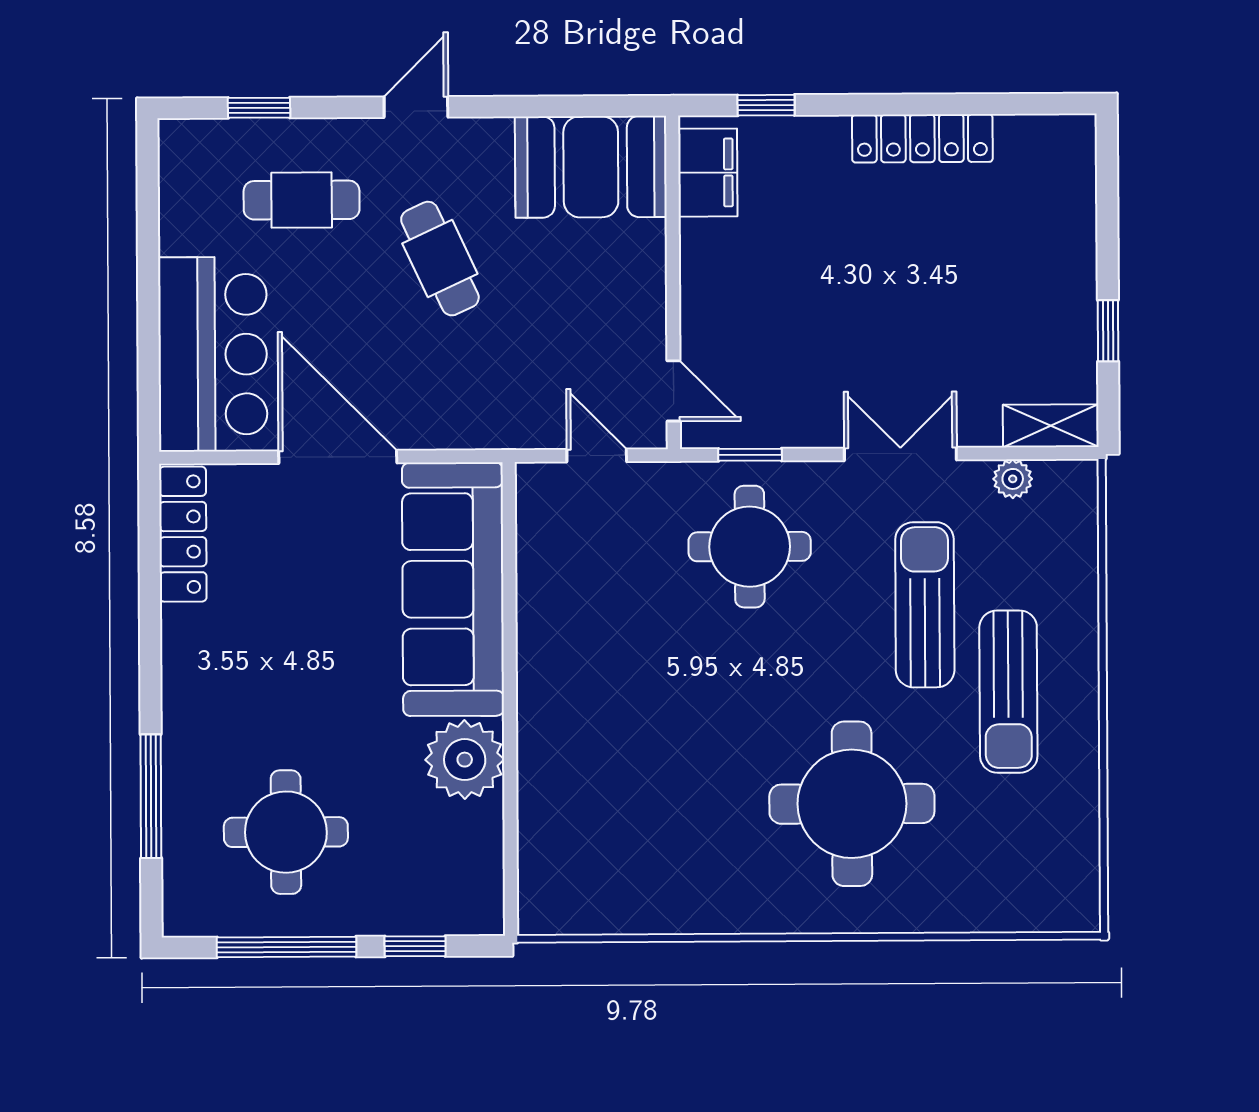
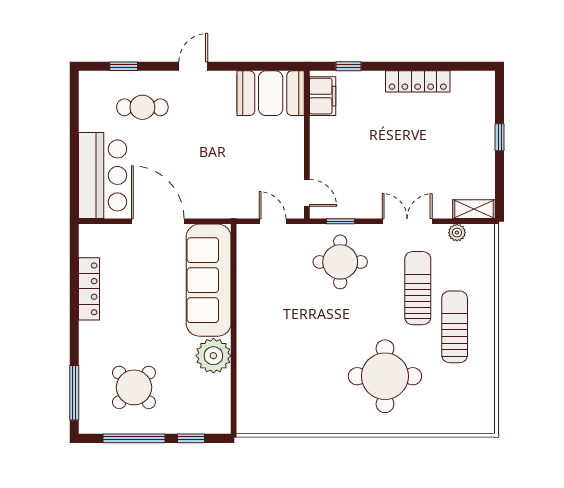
cafe table: (440, 259) -> (204, 134), removed
window: (1108, 331) -> (500, 137), moved
locker: (183, 534) -> (89, 289), moved
sun lounger: (1008, 692) -> (455, 327), turned 180
window: (151, 796) -> (74, 393), moved
round table: (286, 832) -> (134, 387), turned 45

